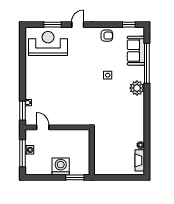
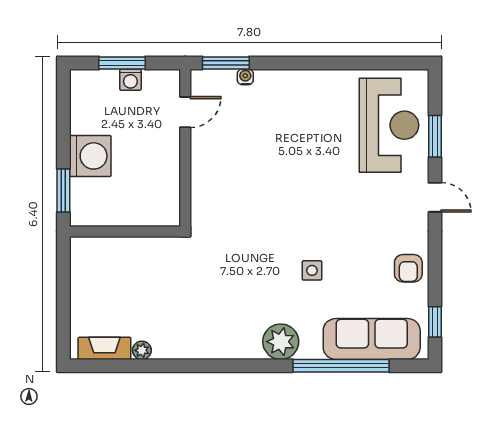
sofa: (136, 51) -> (372, 339), width x1.36
window: (22, 153) -> (122, 63), width x0.69

